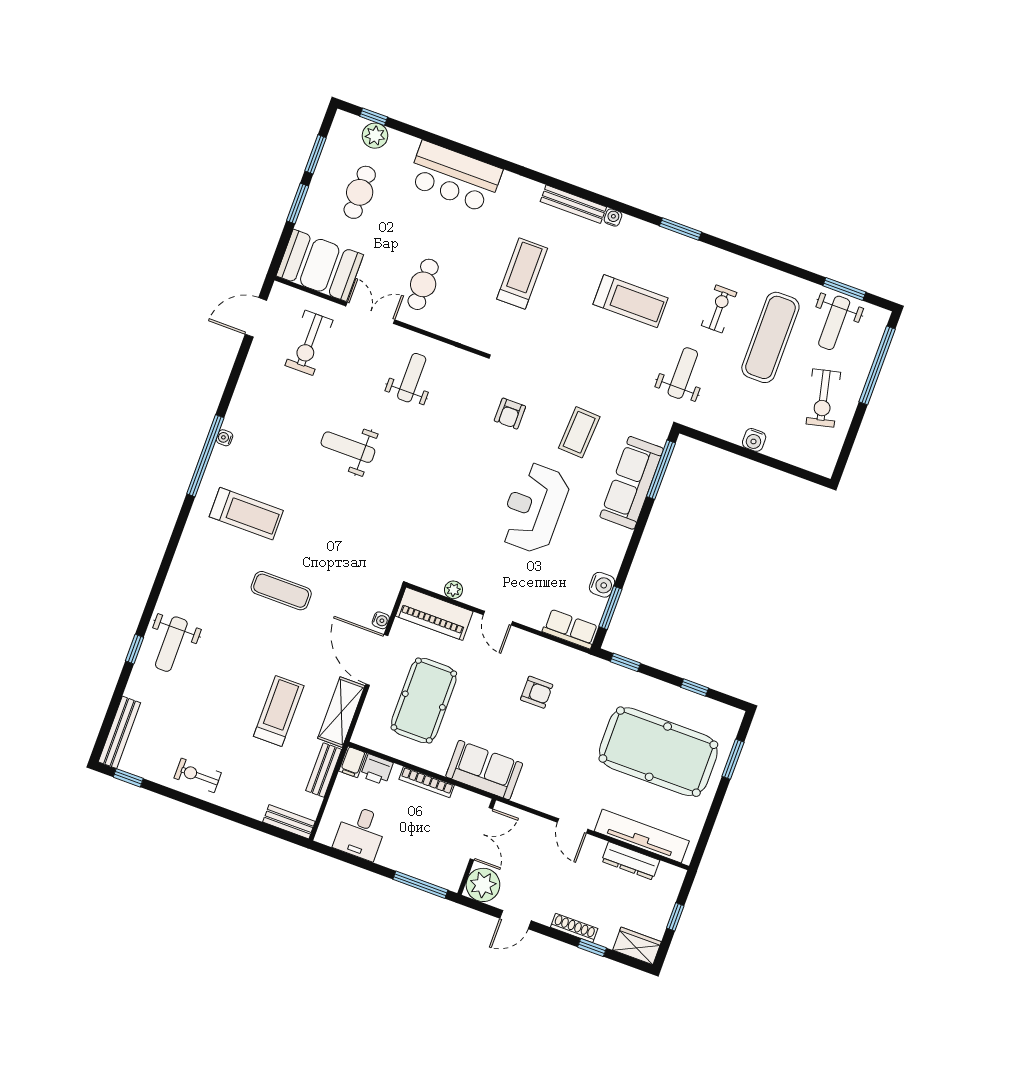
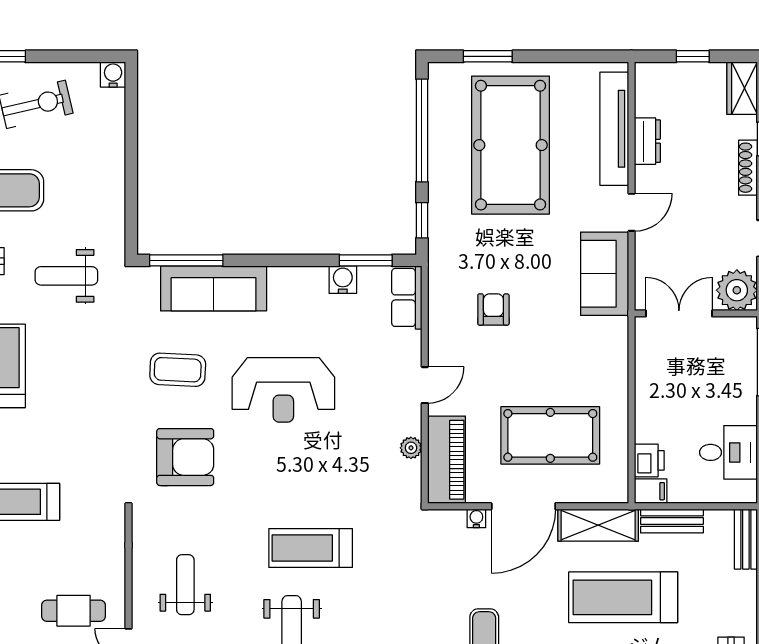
weight bench: (412, 378) -> (185, 585), turned 90
armchair: (510, 414) -> (185, 457), width x1.88, depth x1.88
water cooler: (754, 440) -> (113, 75), moved, turned -90
treadmill: (405, 484) -> (311, 548), added
window: (695, 688) -> (422, 130), width x3.17
treadmill: (279, 711) -> (623, 597), width x1.37, depth x1.38
sofa: (484, 770) -> (605, 274), moved
bookcase: (427, 782) -> (643, 398), removed
dresser: (631, 861) -> (647, 141), width x0.70

